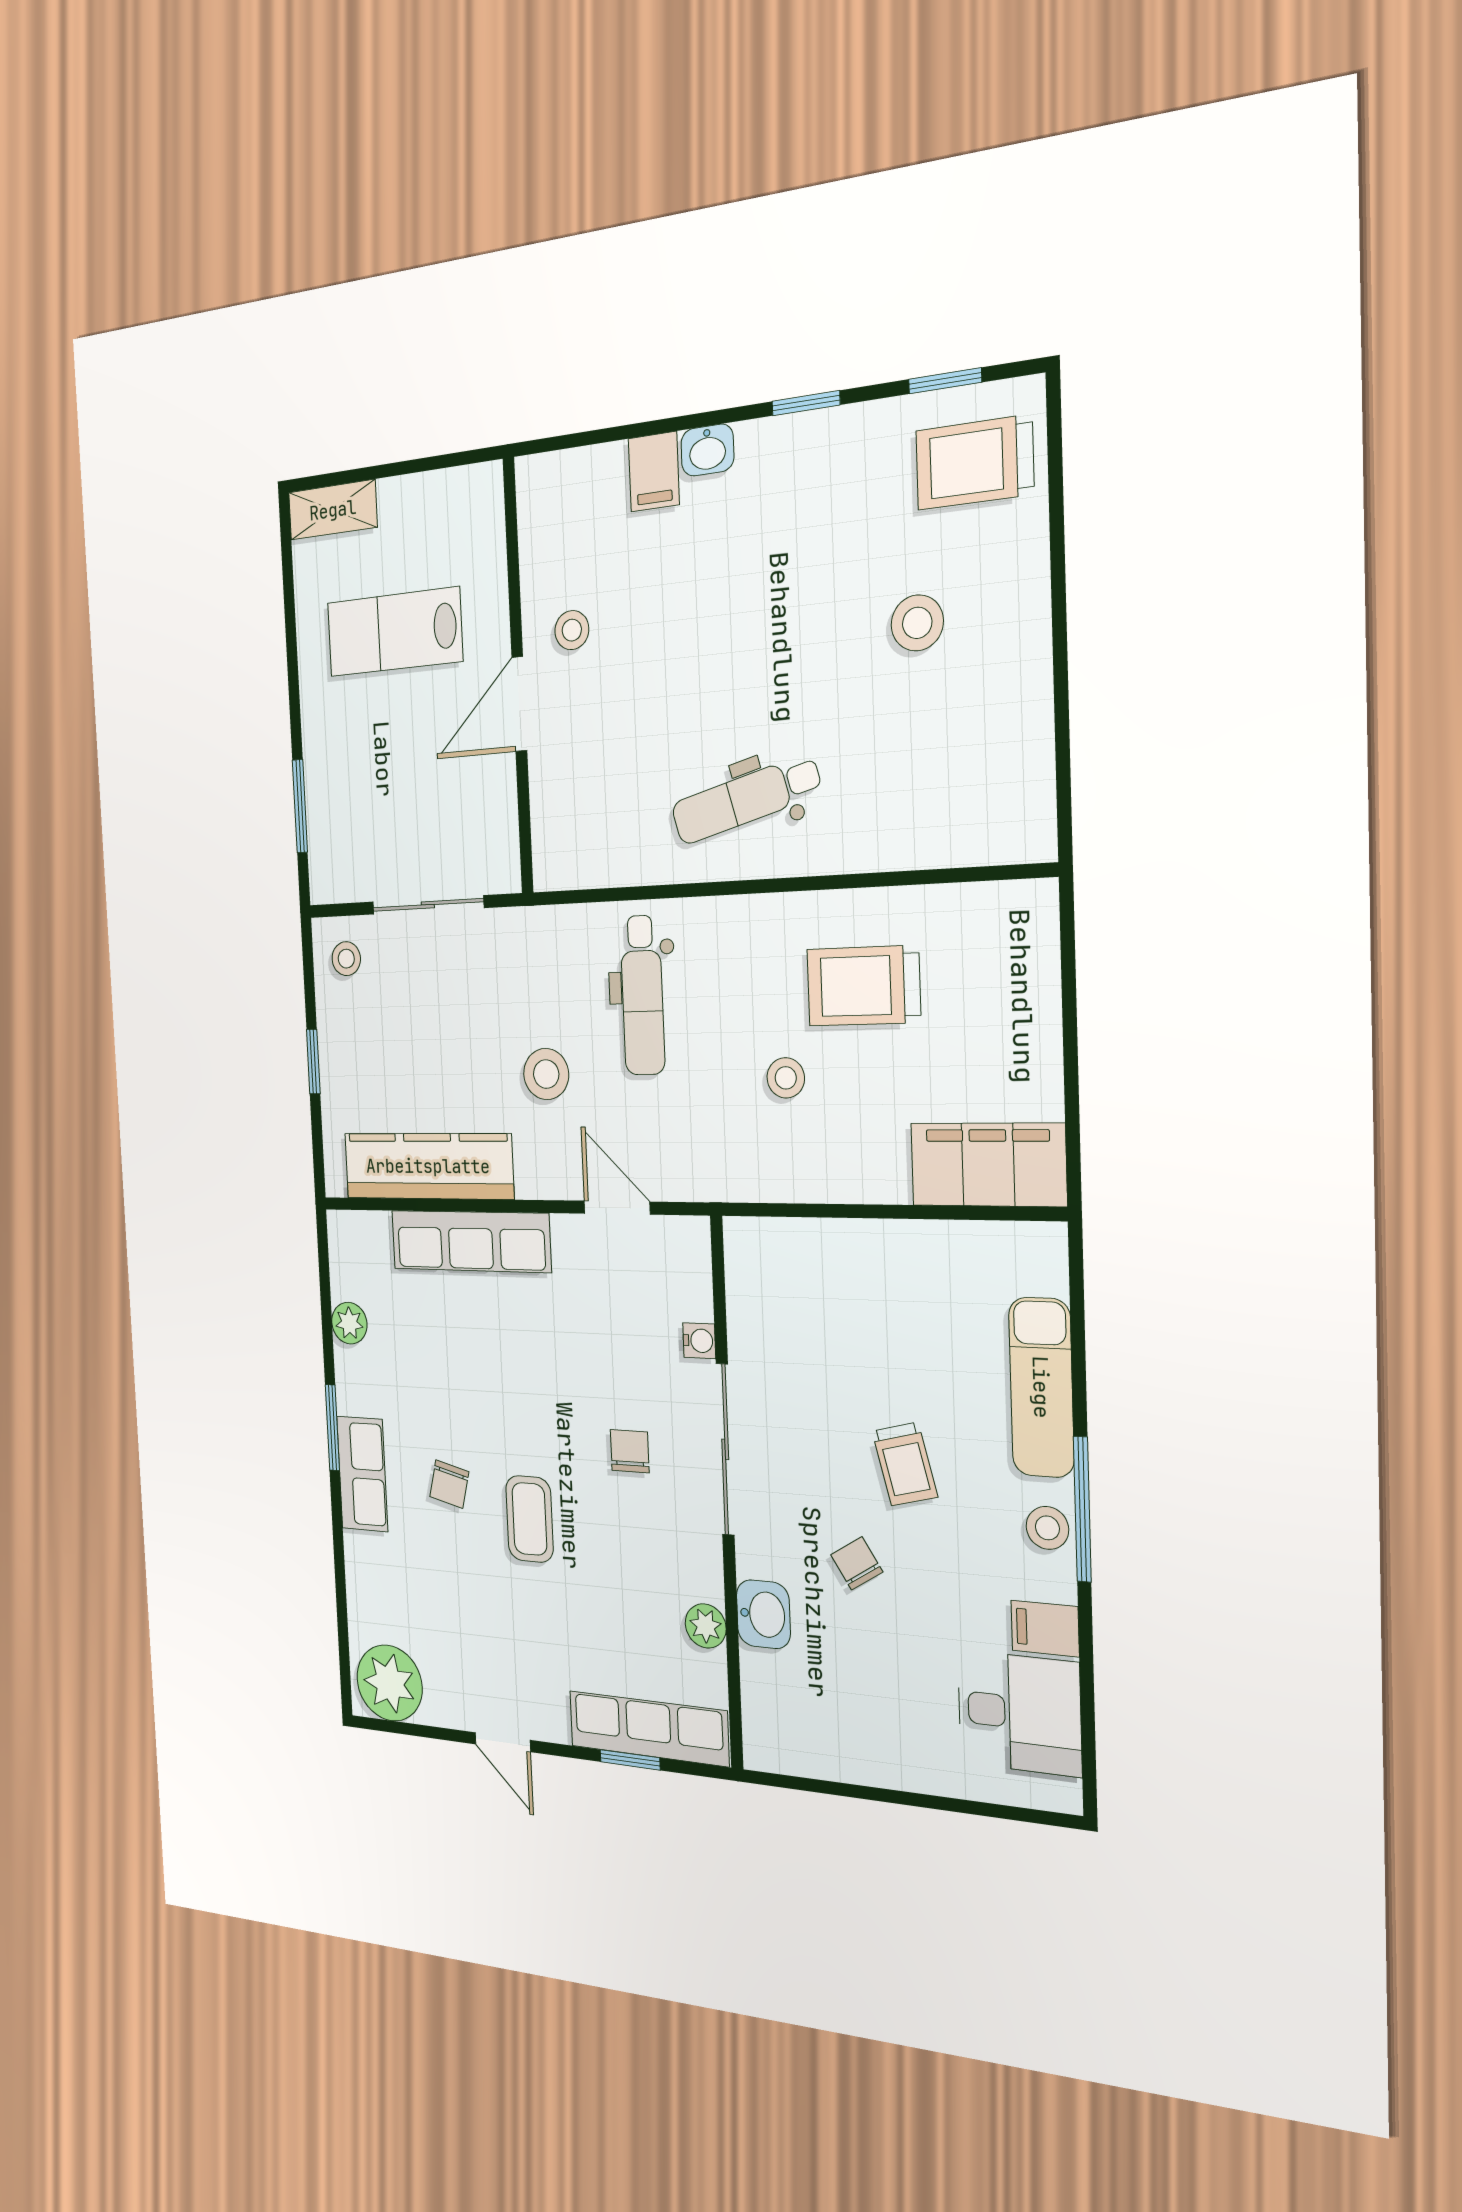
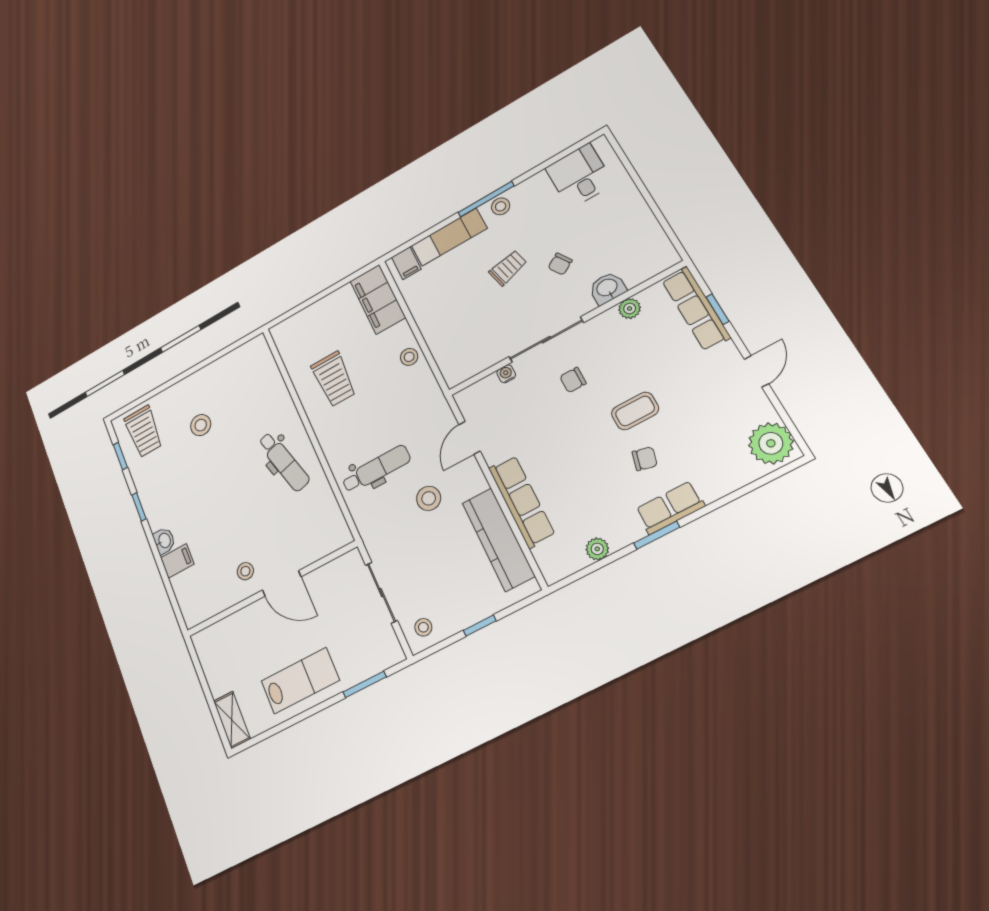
lab bench: (395, 632) -> (300, 681), moved, turned -90
stool: (786, 1078) -> (409, 357), moved
filing cabinet: (1045, 1629) -> (406, 263), moved

